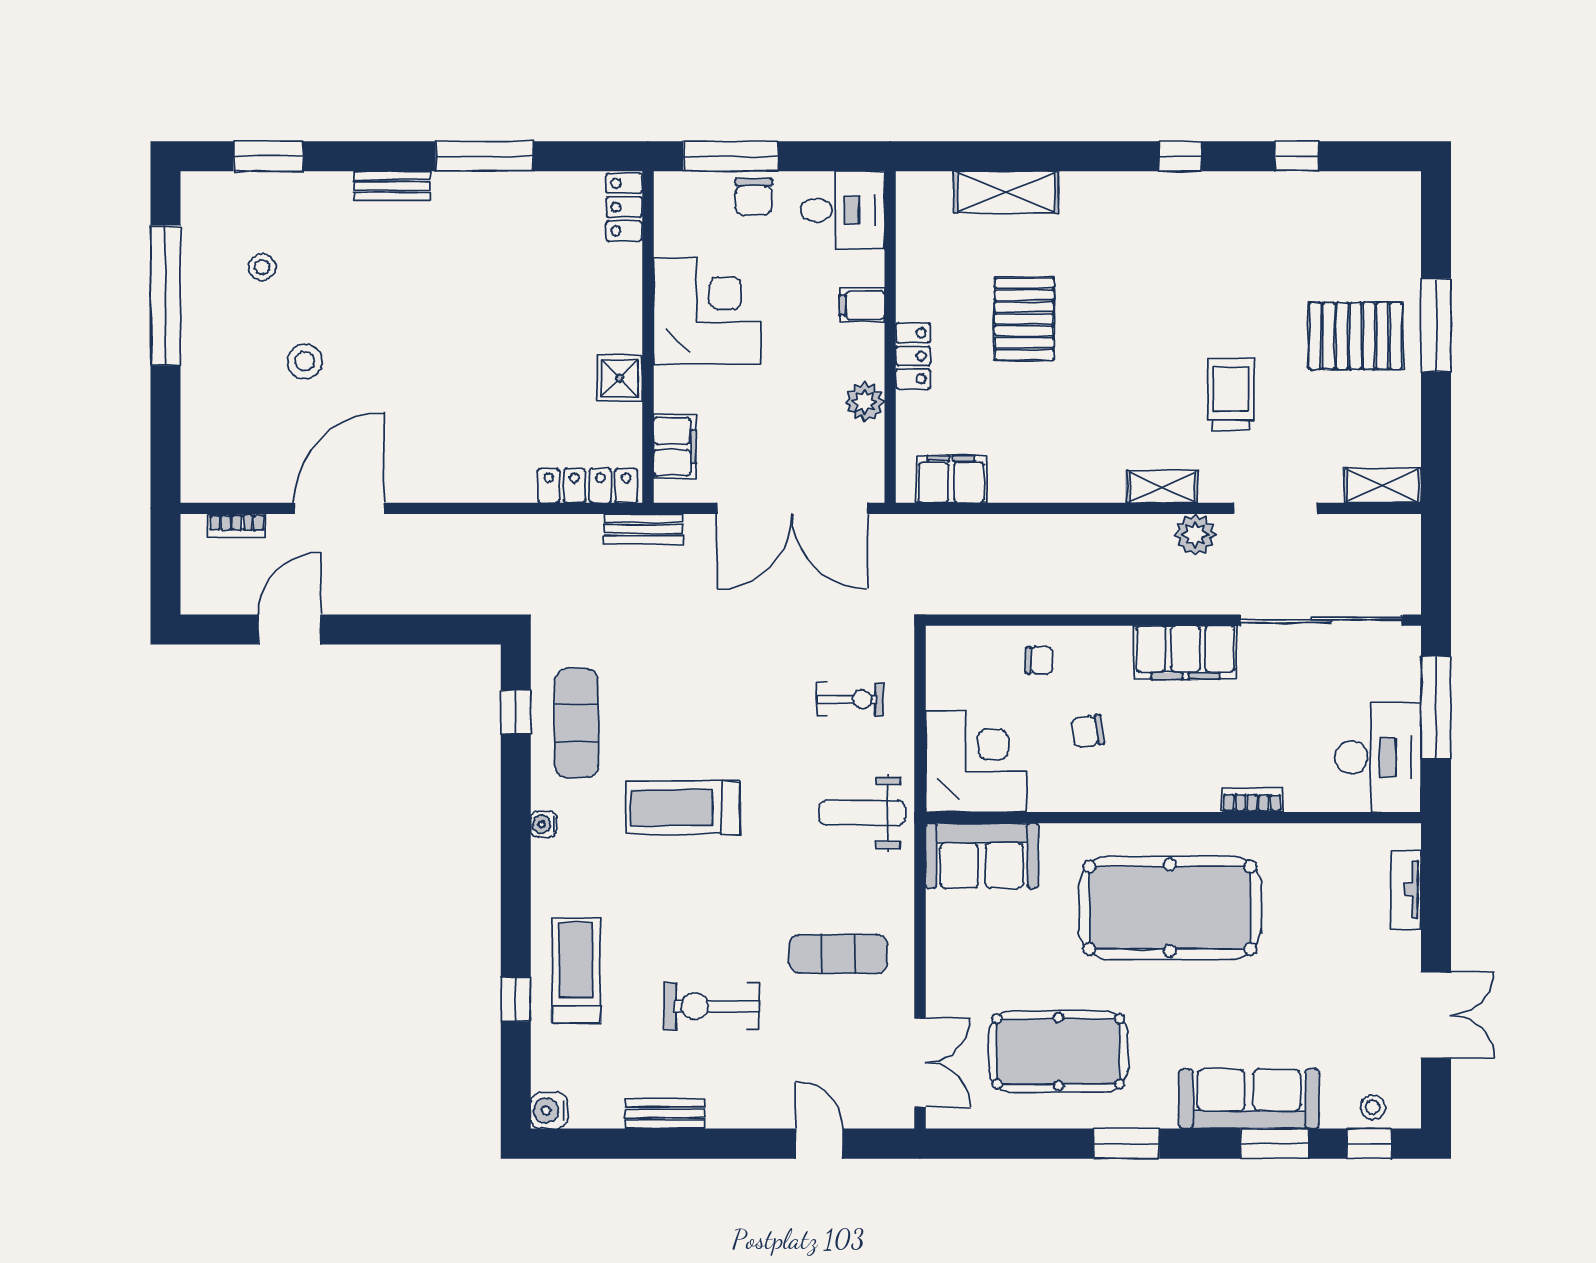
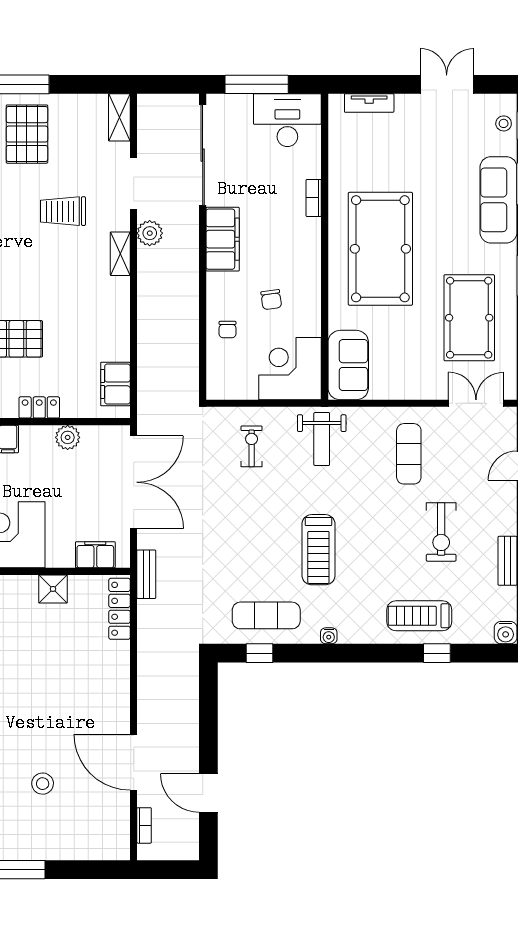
chair: (1039, 660) -> (228, 330), turned 180

